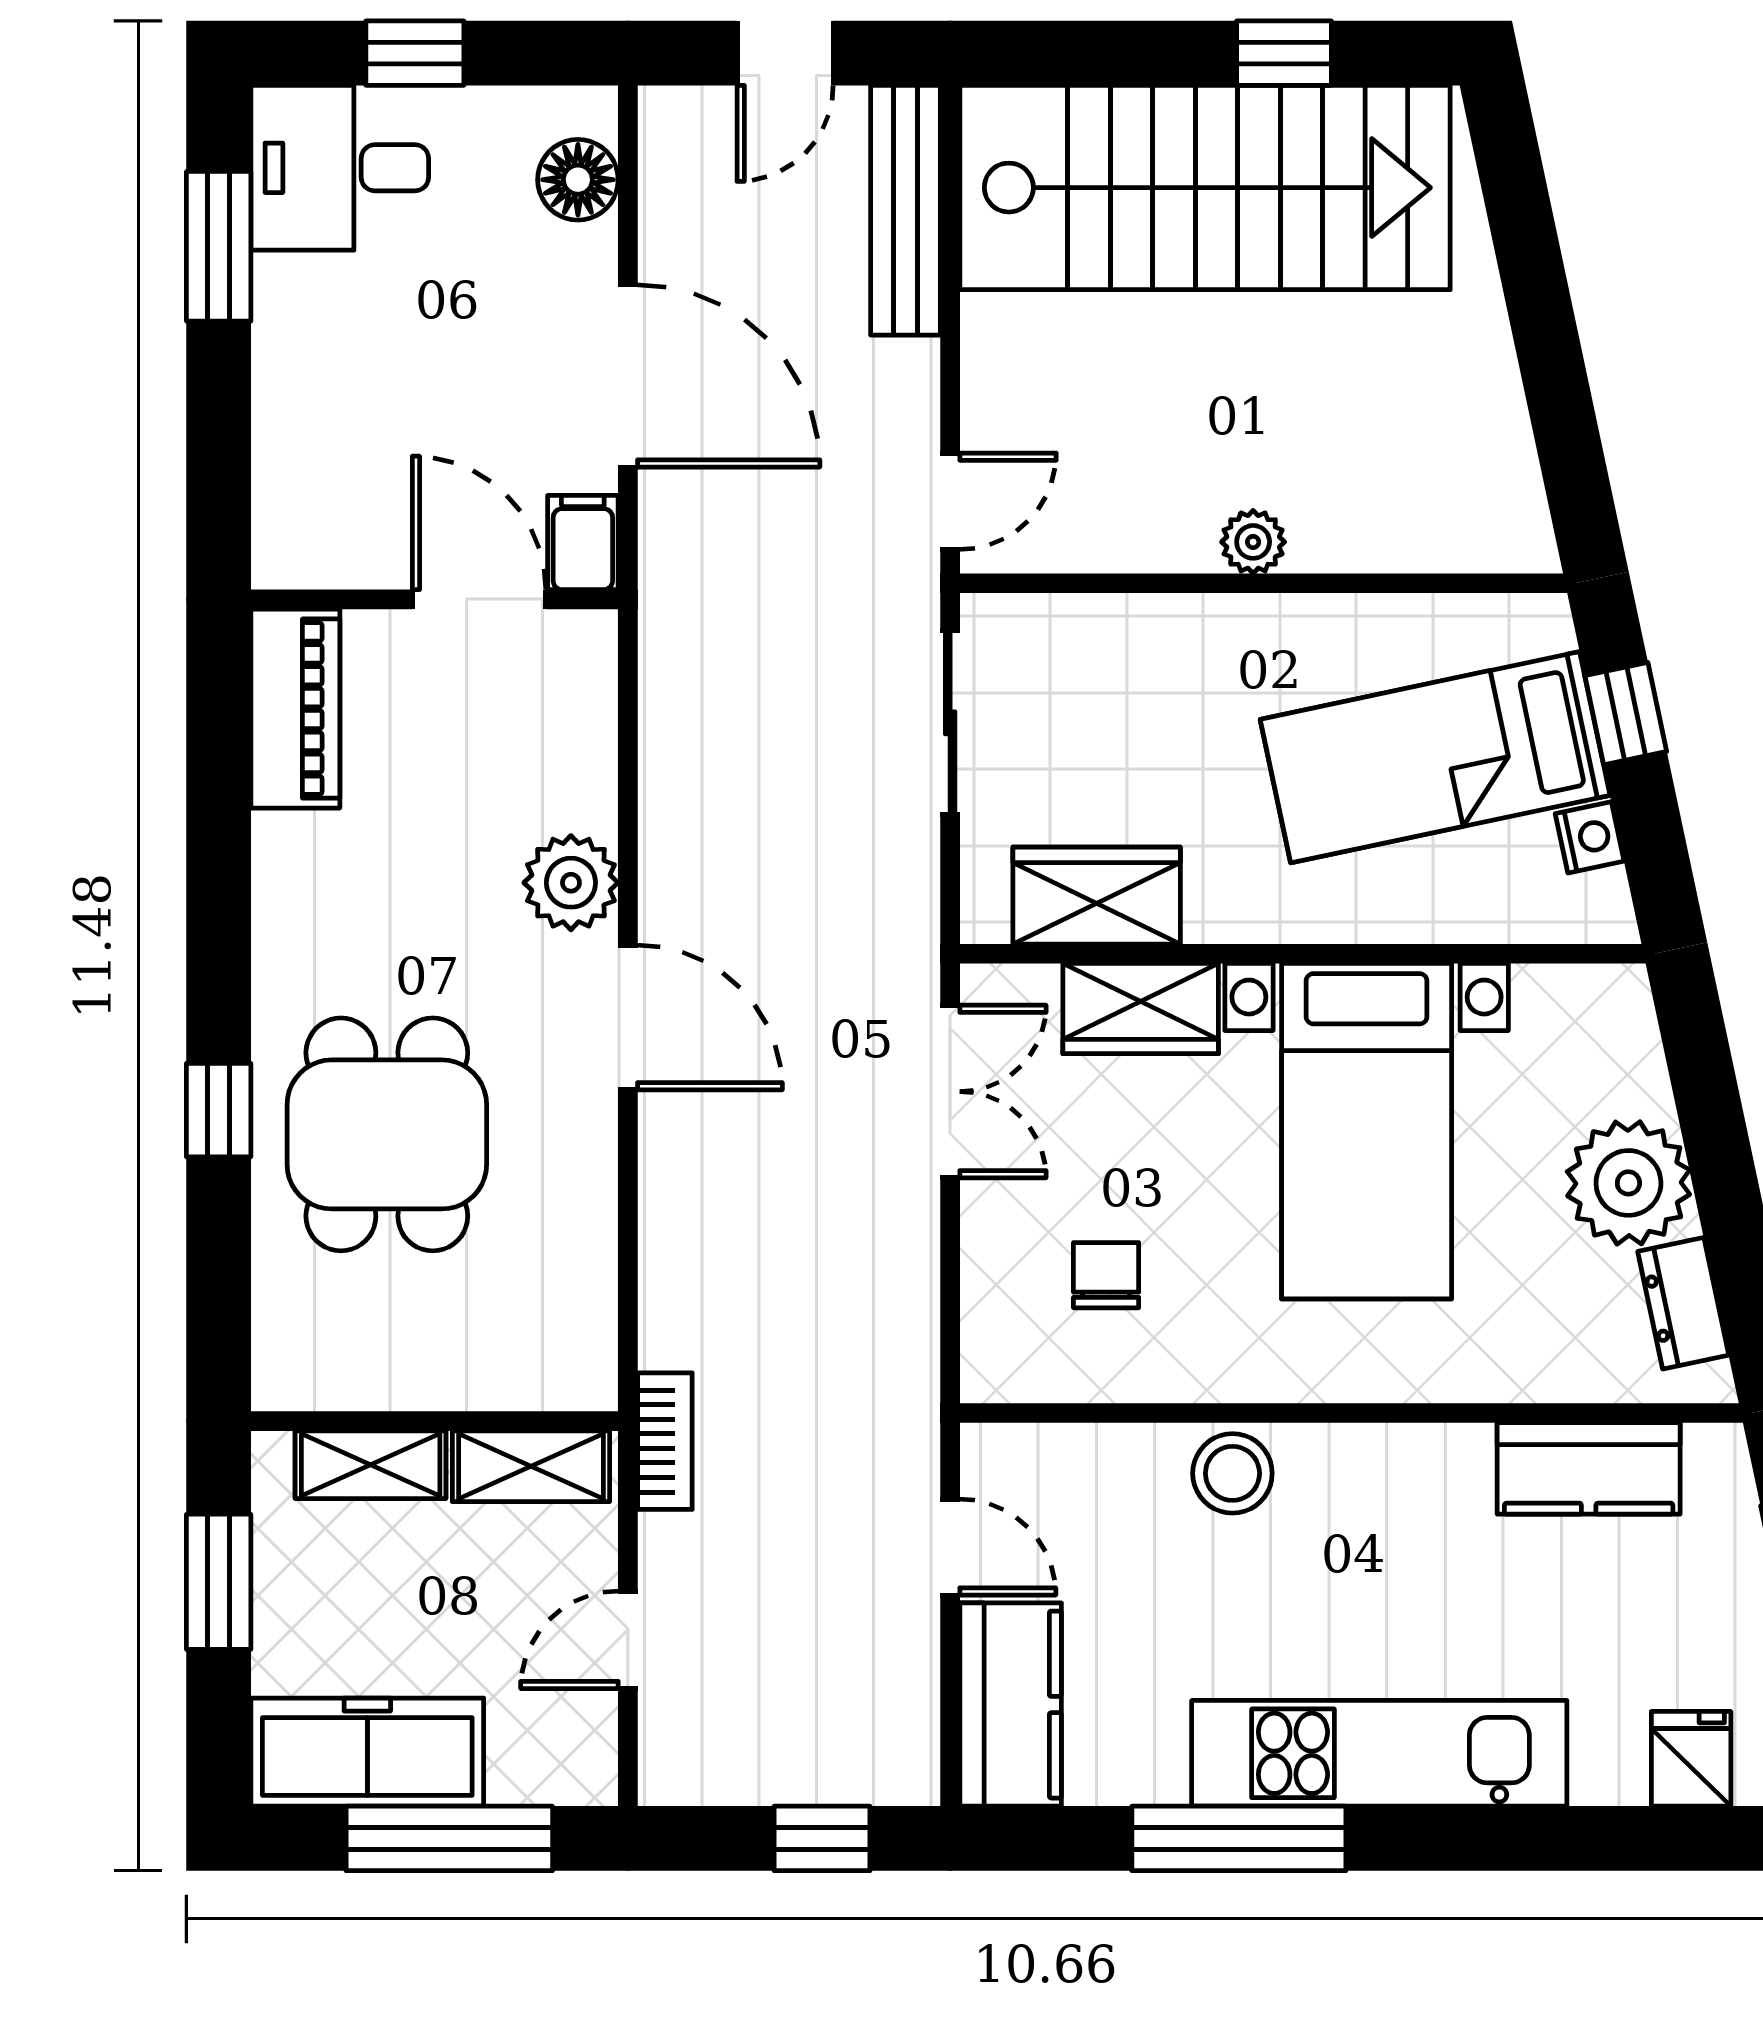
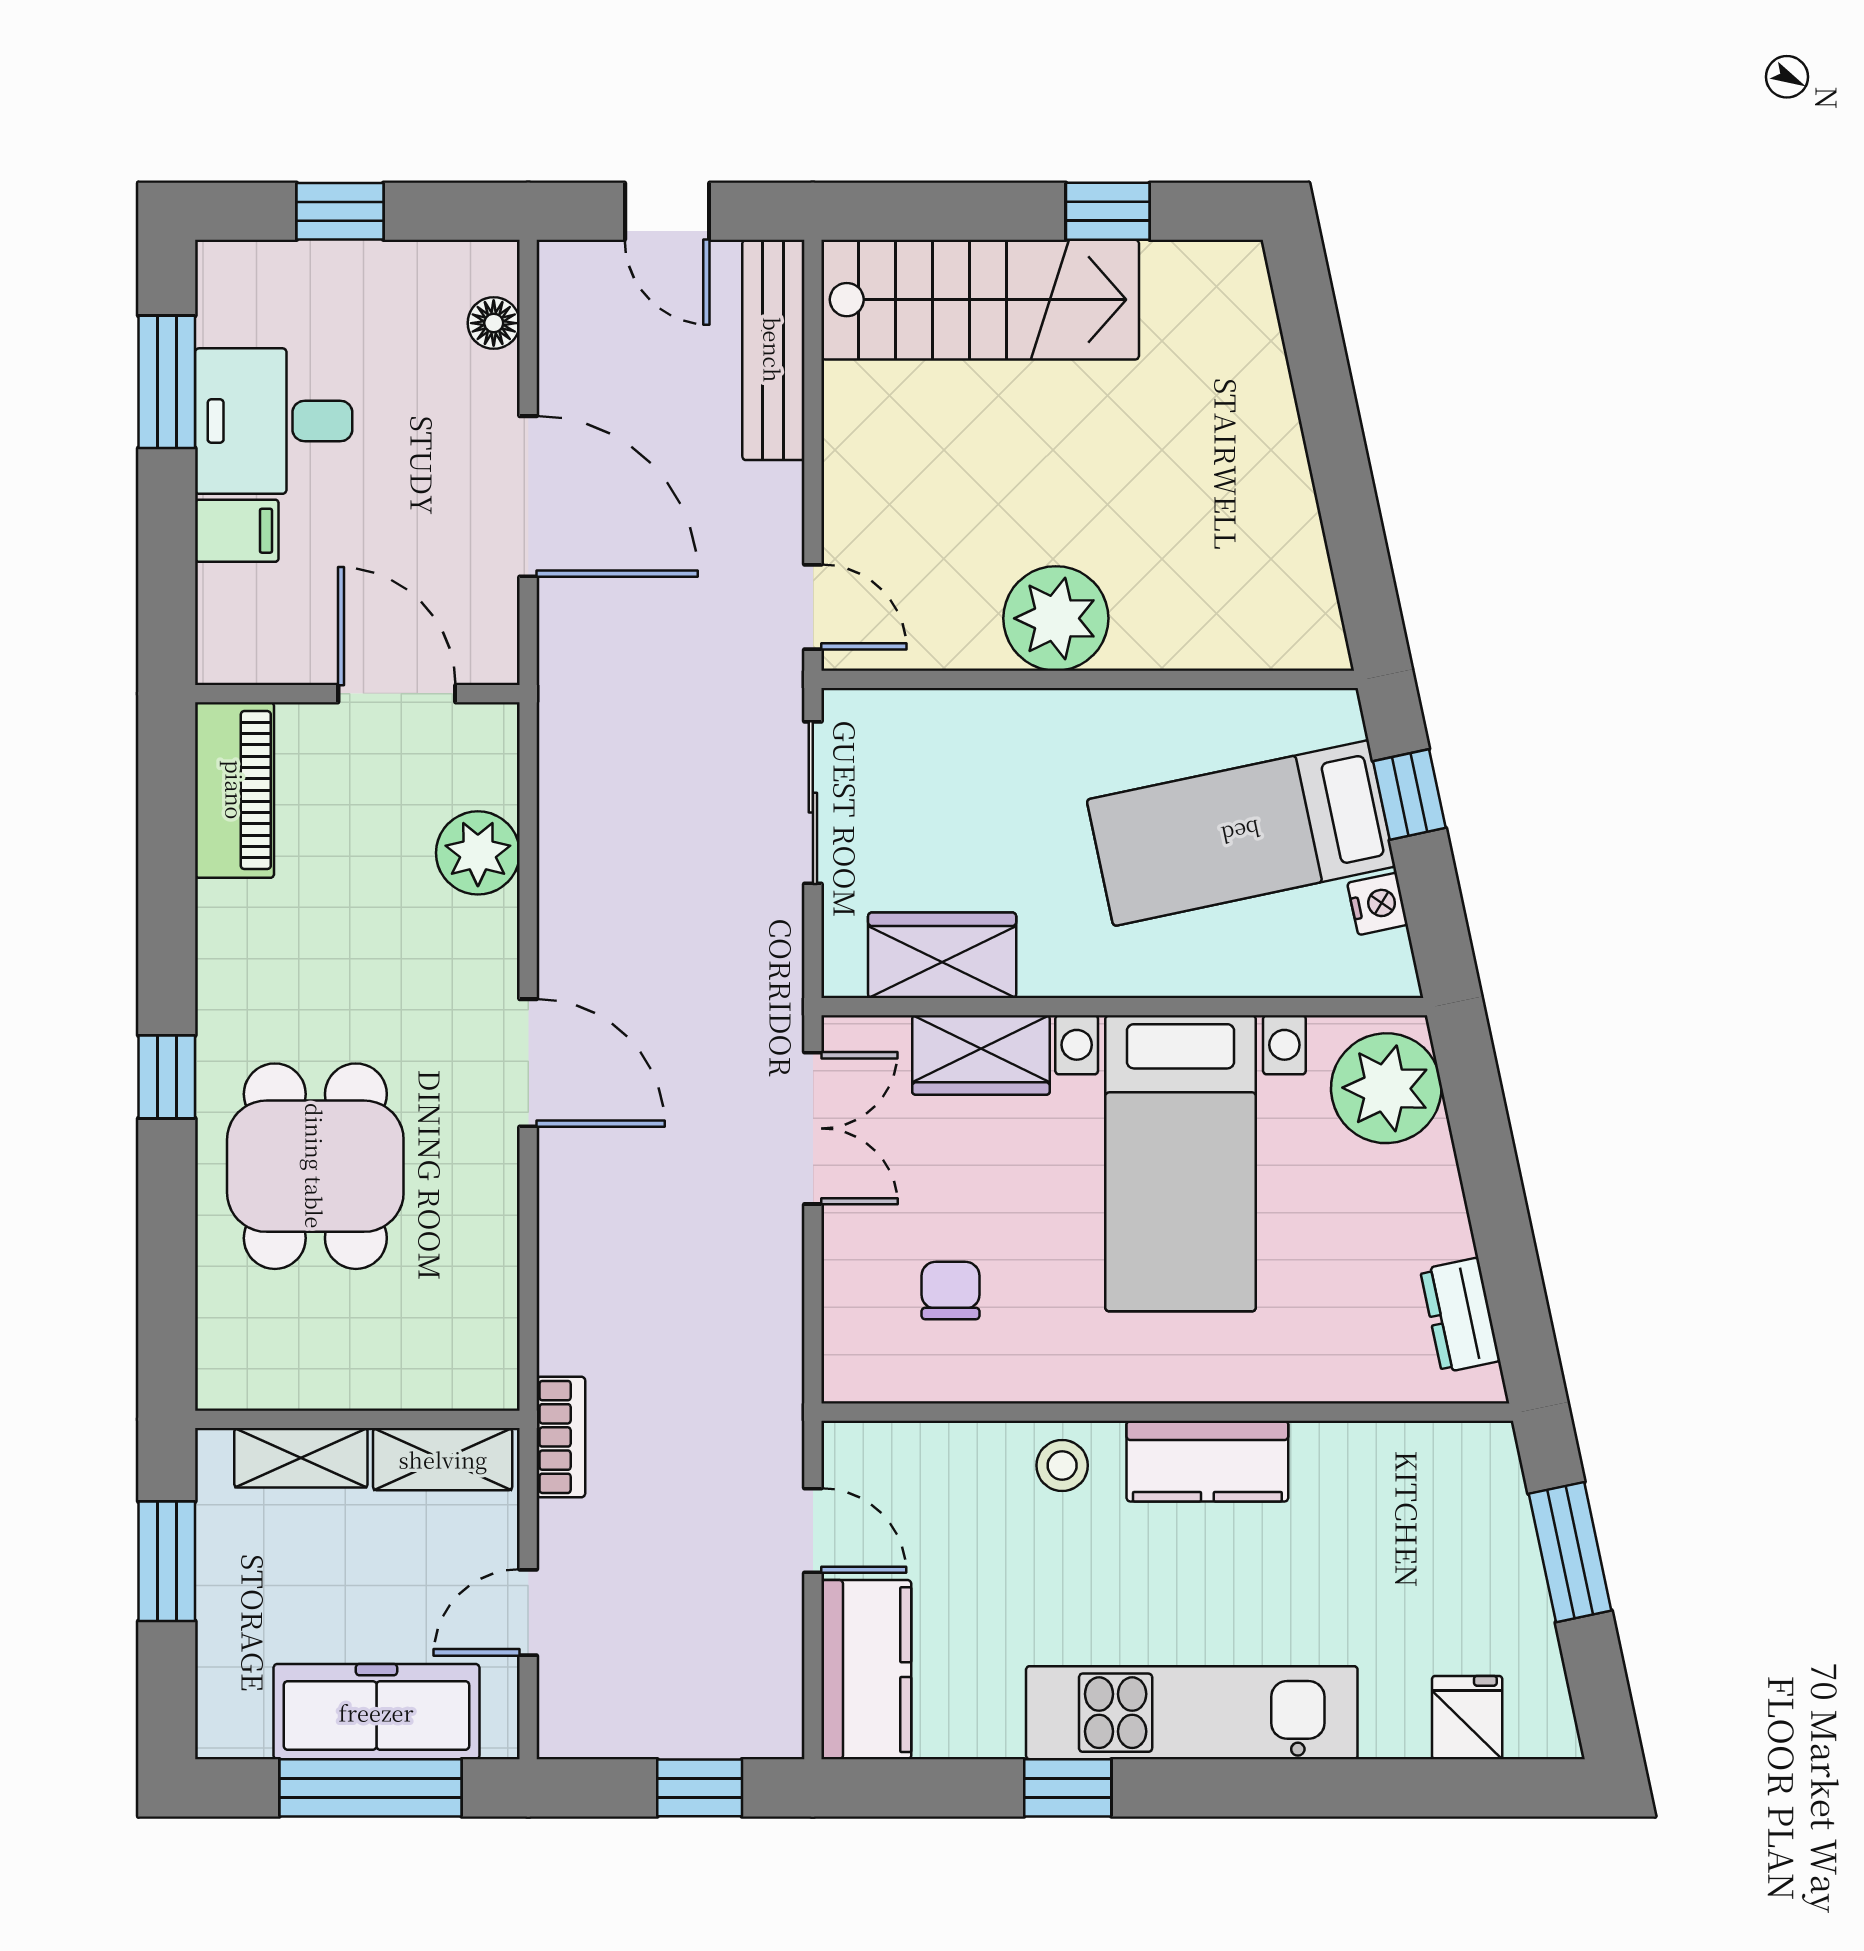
door: (785, 53) -> (667, 211), hinge flipped
desk: (340, 168) -> (274, 421), moved
floor lamp: (578, 180) -> (494, 323), width x0.73, depth x0.73
stairs: (1205, 188) -> (980, 300), width x0.73, depth x0.66
door: (950, 501) -> (813, 607), hinge flipped
plant: (1253, 542) -> (1056, 618), width x1.87, depth x1.87
filing cabinet: (583, 543) -> (237, 531), moved, turned 90
plant: (571, 883) -> (478, 853), moved
window: (219, 1110) -> (167, 1077), moved
plant: (1628, 1183) -> (1386, 1088), moved
kitchen counter: (1589, 1468) -> (1207, 1461), moved
stool: (1232, 1473) -> (1062, 1465), width x0.73, depth x0.73
freezer: (367, 1752) -> (376, 1712), moved
window: (1239, 1838) -> (1068, 1788), width x0.46

